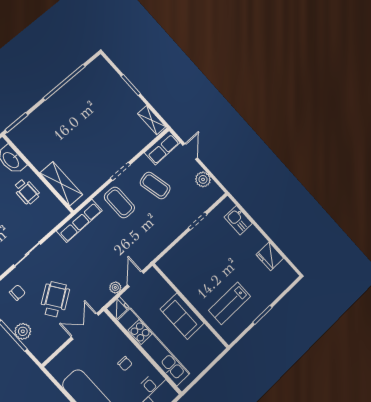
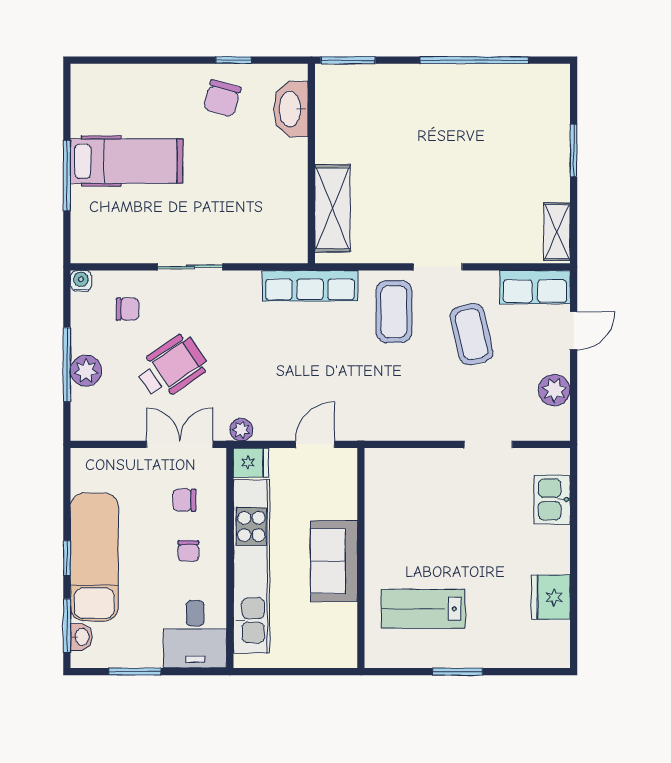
wheelchair: (27, 191) -> (271, 175), removed
plant: (115, 287) -> (241, 430), moved
chair: (106, 346) -> (185, 500), added

